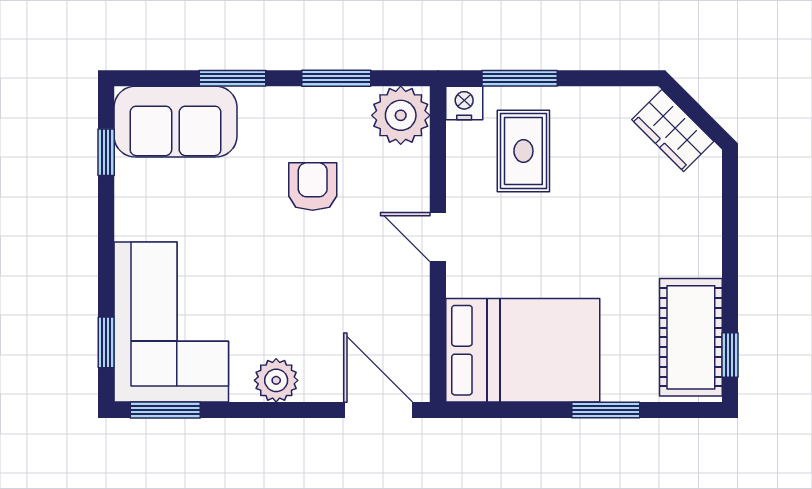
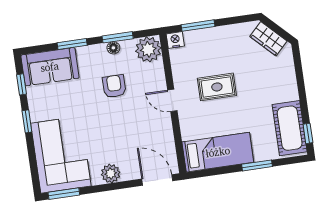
floor lamp: (323, 100) -> (113, 48), added
rug: (523, 151) -> (217, 87), moved, turned 90
window: (106, 342) -> (27, 121), moved
bed: (523, 350) -> (218, 152), width x0.67

